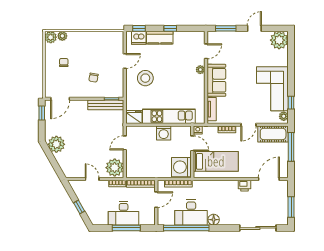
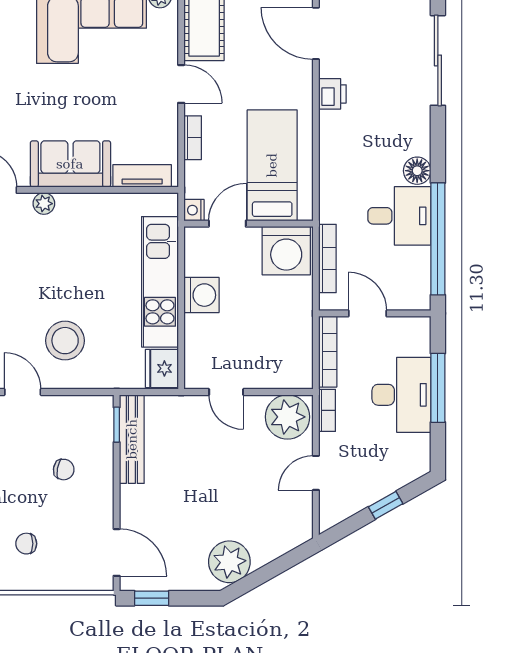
desk: (191, 213) -> (399, 216), width x0.73

